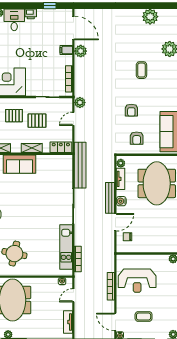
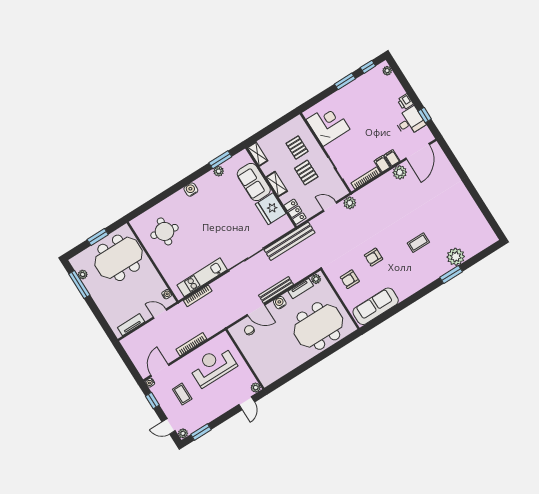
plant: (150, 17) -> (475, 218), removed
desk: (14, 20) -> (410, 122), moved
filing cabinet: (66, 60) -> (382, 164), added
fridge: (47, 164) -> (271, 209), added
reception desk: (137, 281) -> (213, 366), turned 90

